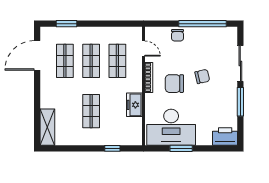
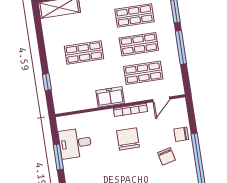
window: (100, 24) -> (181, 47), added
chair: (202, 76) -> (166, 156), moved
freezer: (134, 105) -> (110, 97), moved
desk: (171, 127) -> (75, 143), width x0.53, depth x0.77

